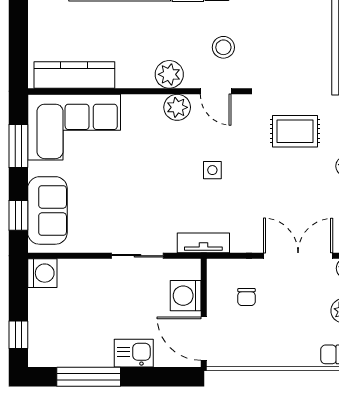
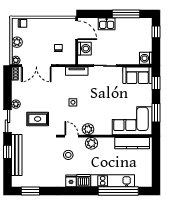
sofa: (47, 210) -> (137, 75), moved, turned -90

